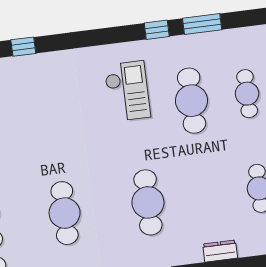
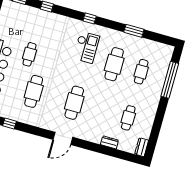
window: (157, 30) -> (90, 18), moved
cafe table: (28, 148) -> (29, 54), added
dresser: (220, 251) -> (109, 142), moved

